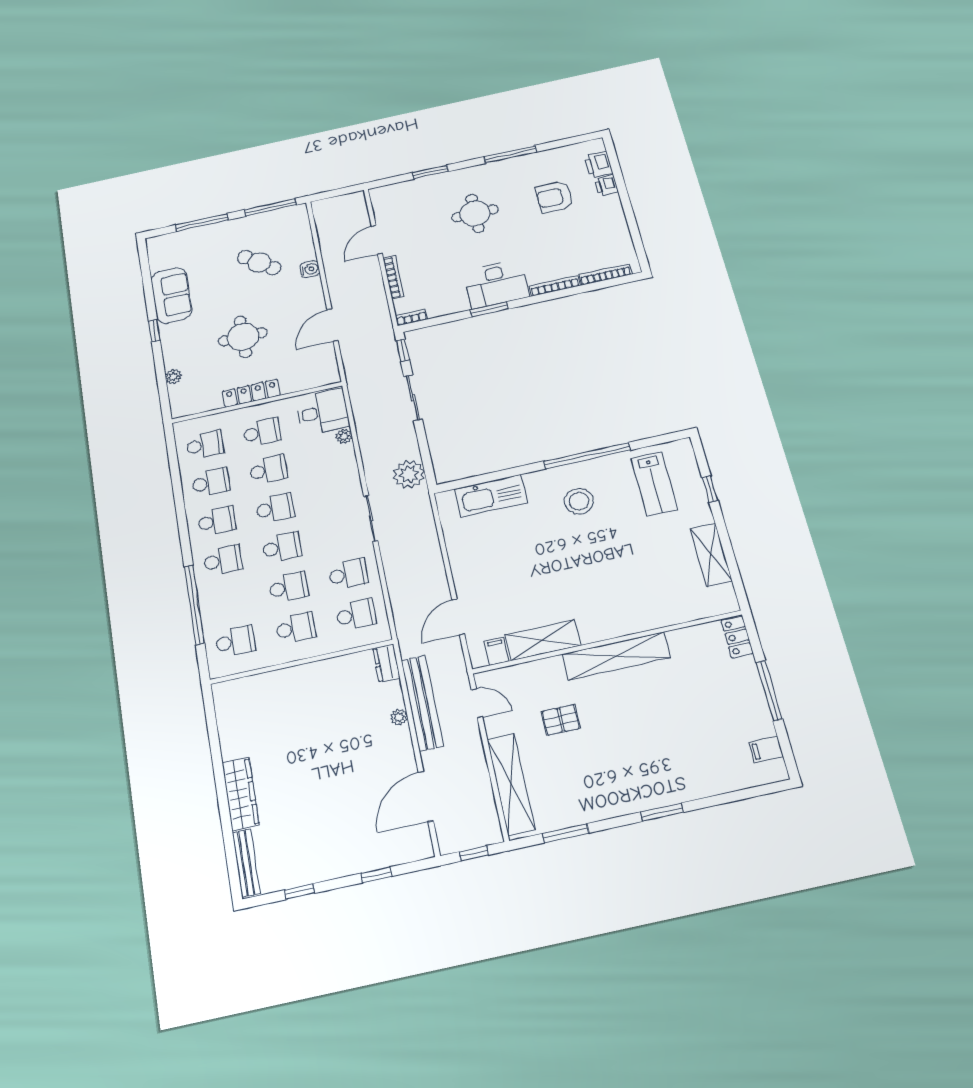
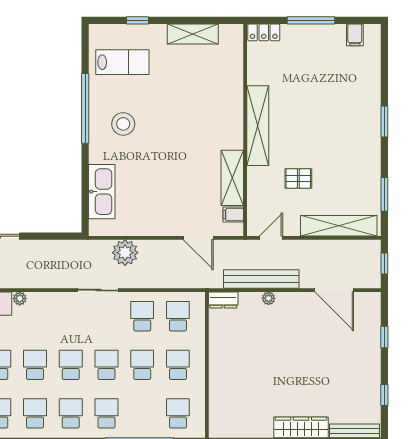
plant: (409, 474) -> (125, 253), moved
pallet: (561, 720) -> (298, 178), turned 90

